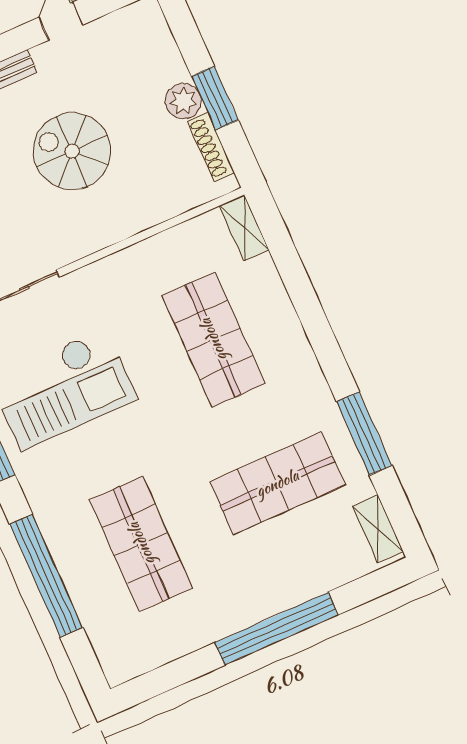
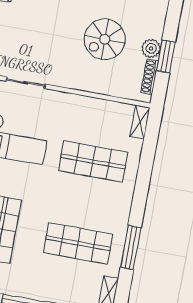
spiral stairs: (72, 151) -> (105, 39), moved, turned -90
shop shelf: (213, 340) -> (93, 161), turned 90

